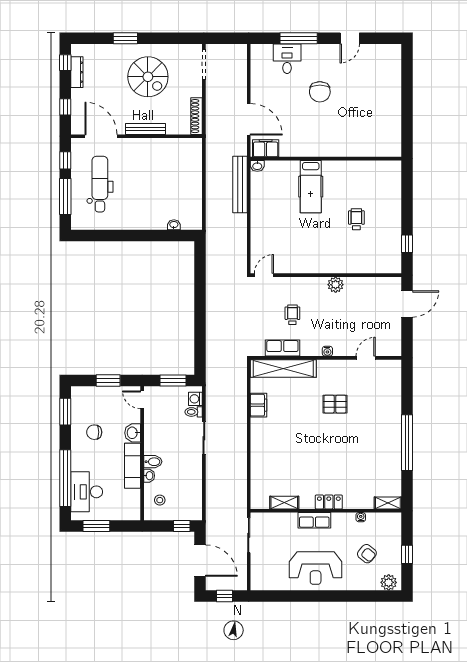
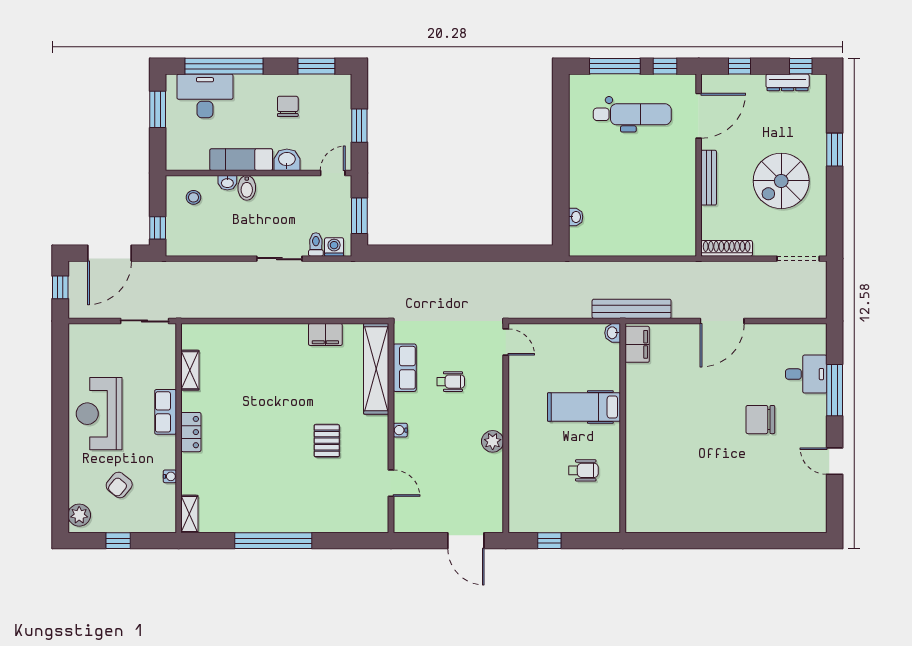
filing cabinet: (266, 148) -> (637, 344), moved
wall: (326, 159) -> (623, 428), moved
washbasin: (257, 166) -> (613, 333), moved
hospital bed: (311, 187) -> (584, 407), moved

